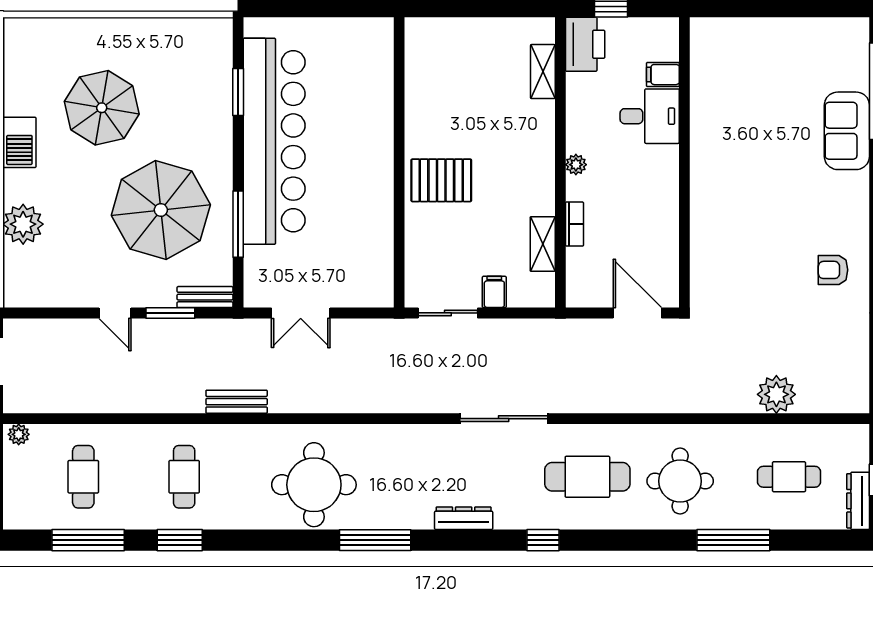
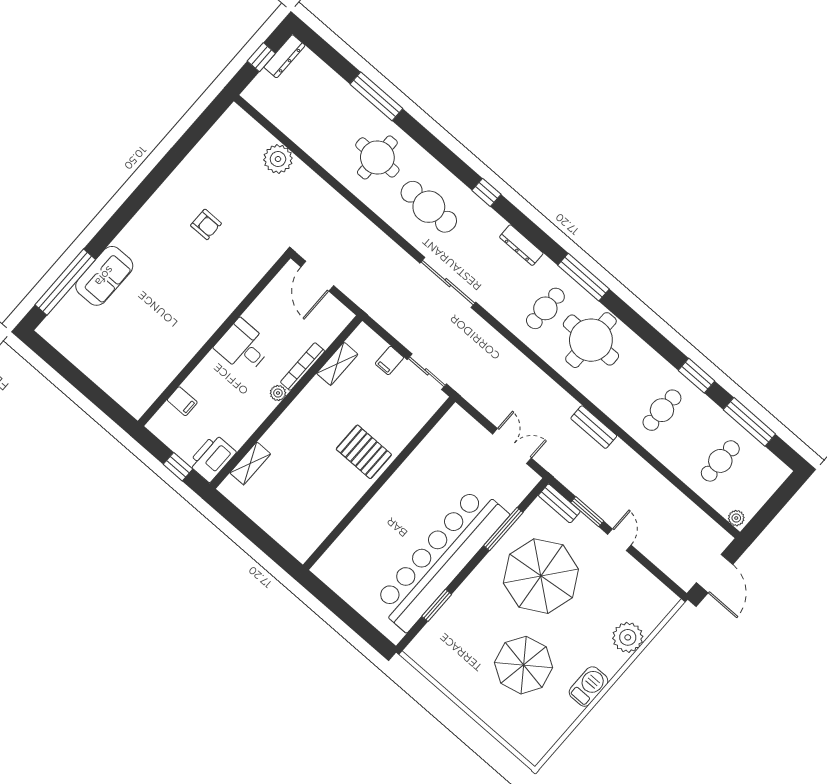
desk: (650, 116) -> (243, 347), moved
bookcase: (574, 224) -> (303, 367), width x1.56
armchair: (833, 270) -> (206, 224), moved
cafe table: (789, 477) -> (545, 308), moved, turned 90

